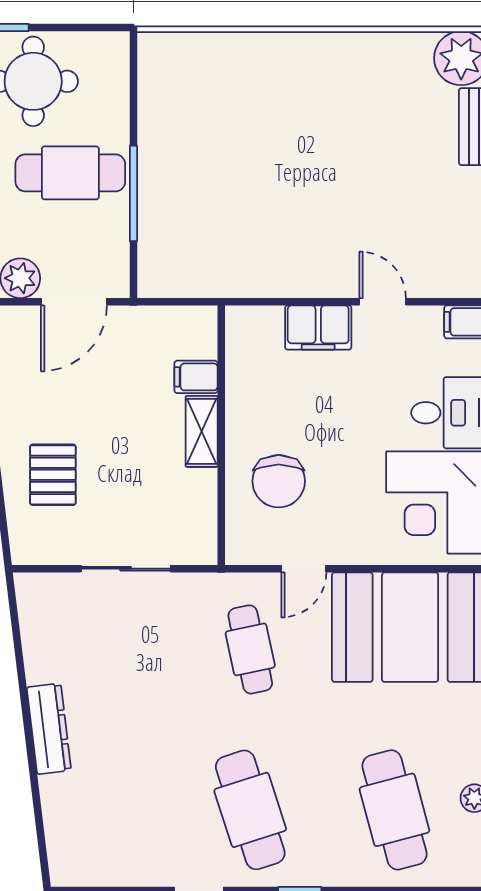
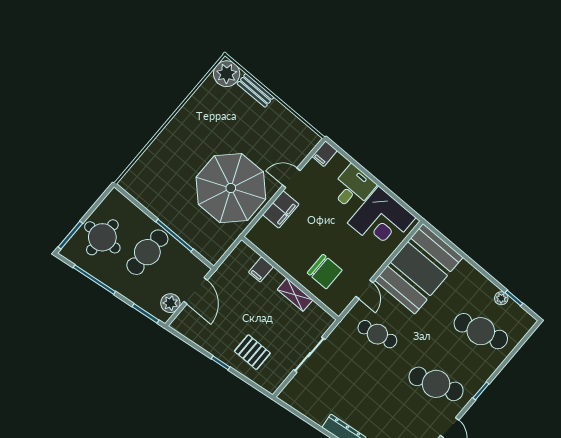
parasol: (285, 219) -> (231, 188), added
shelving: (202, 431) -> (295, 295), moved

